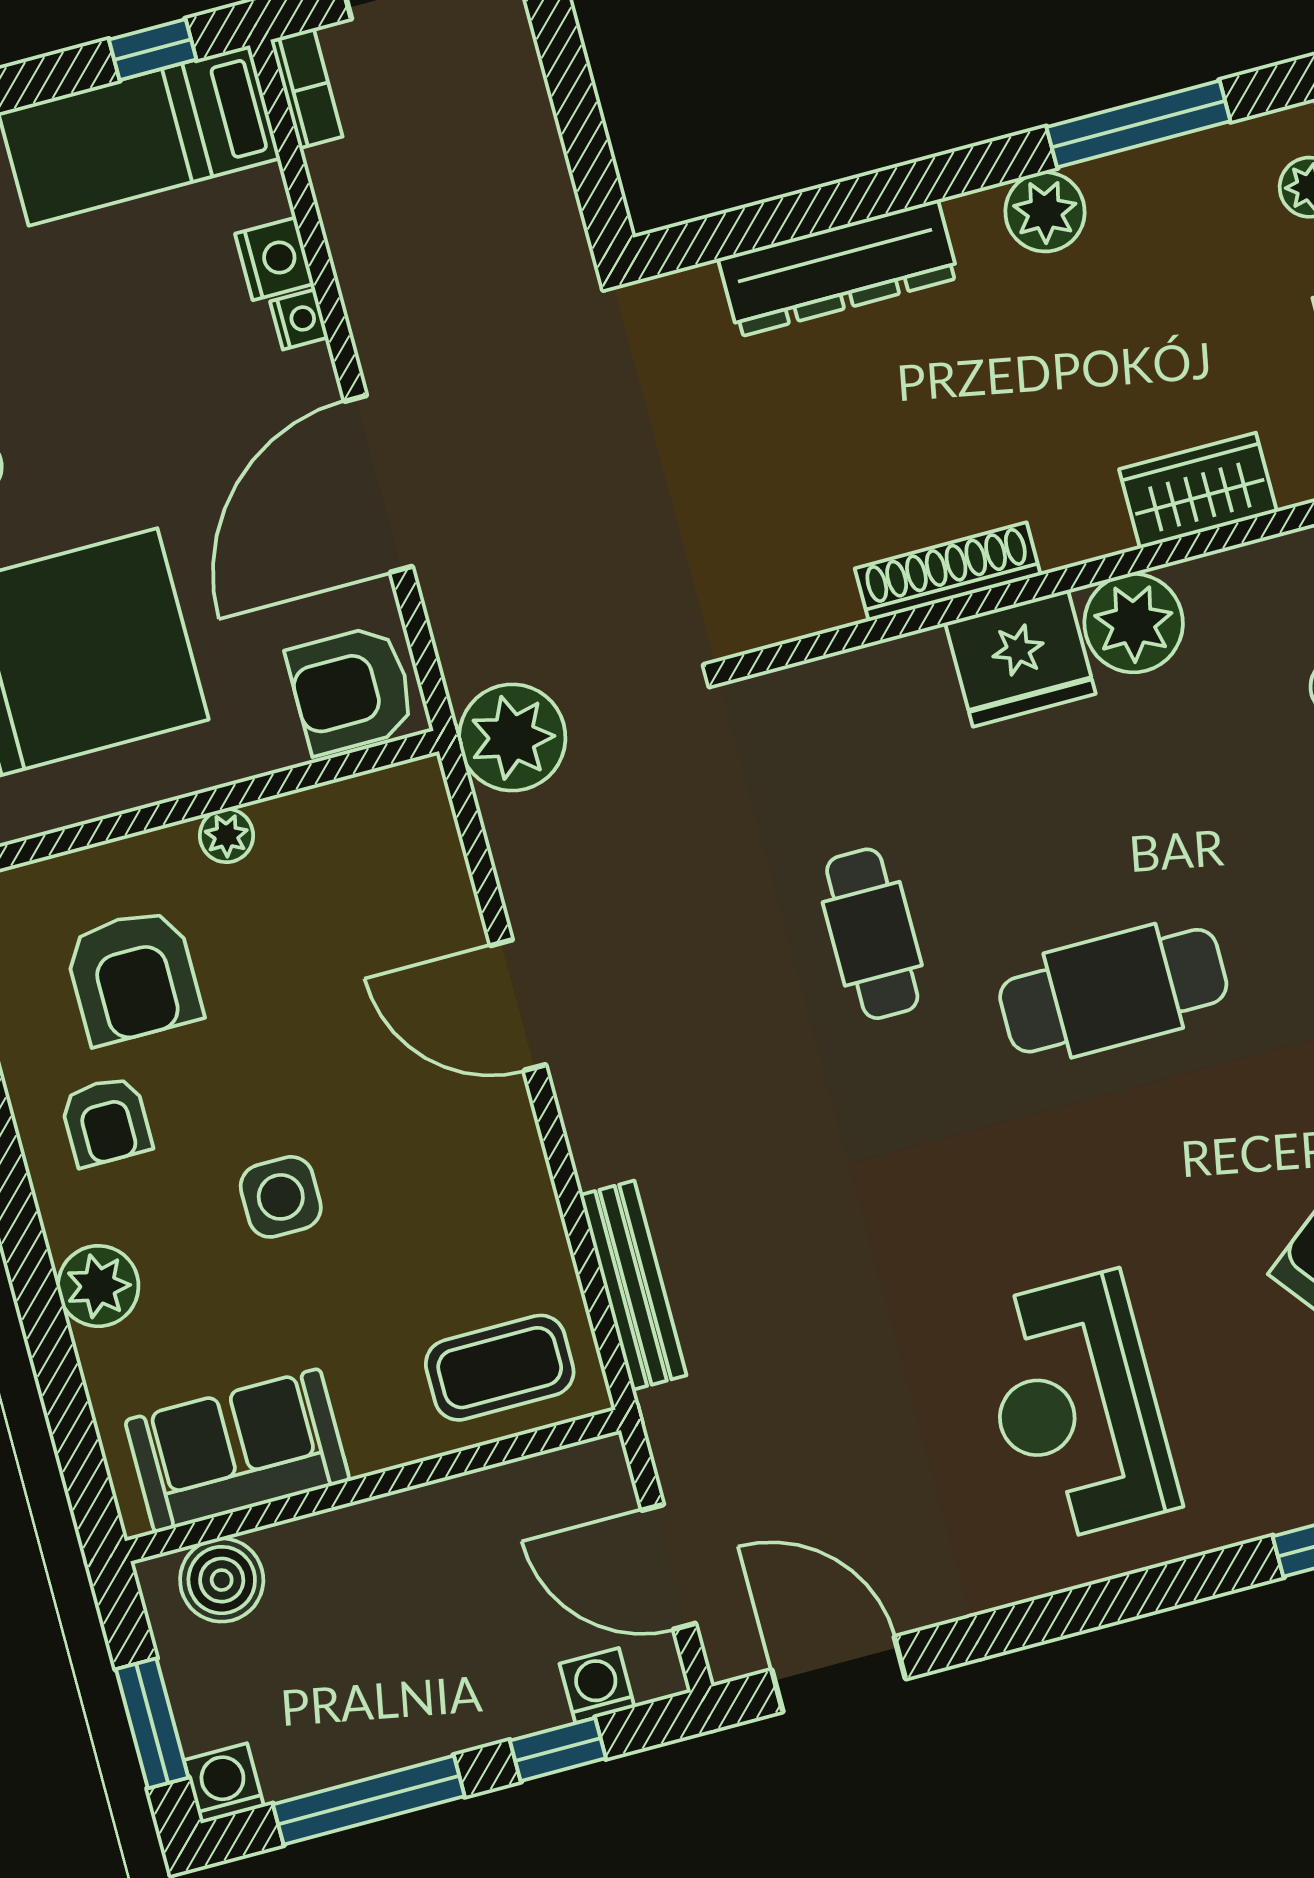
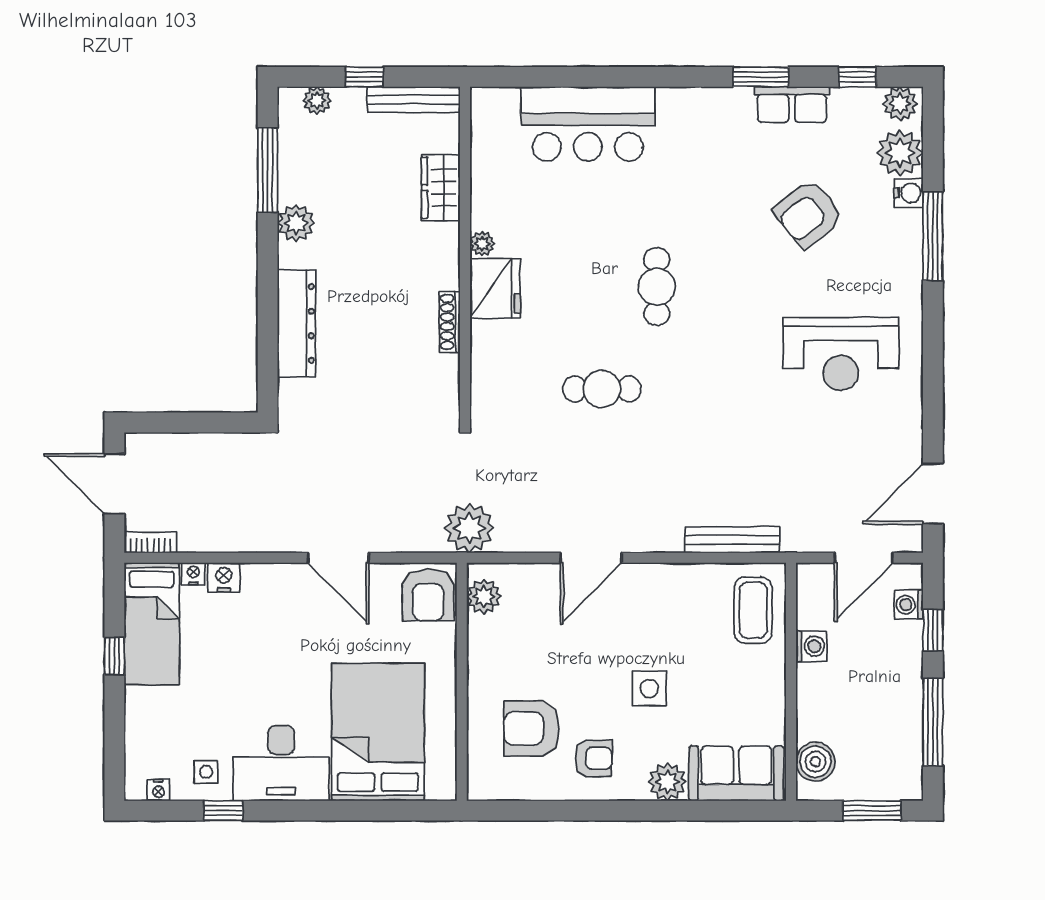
window: (153, 50) -> (114, 656), moved
nightstand: (299, 319) -> (193, 574), moved
door: (378, 484) -> (338, 558), width x0.73
shoe rack: (948, 572) -> (450, 322), width x0.74, depth x0.81
plant: (1134, 623) -> (482, 244), width x0.53, depth x0.53
plant: (226, 836) -> (484, 596), moved, width x1.38, depth x1.38
armchair: (133, 976) -> (531, 728), turned 180
cafe table: (1113, 991) -> (657, 287), width x0.73, depth x0.74
sofa: (237, 1451) -> (736, 773), moved, turned 90
washing machine: (224, 1783) -> (811, 646), moved, turned 180

